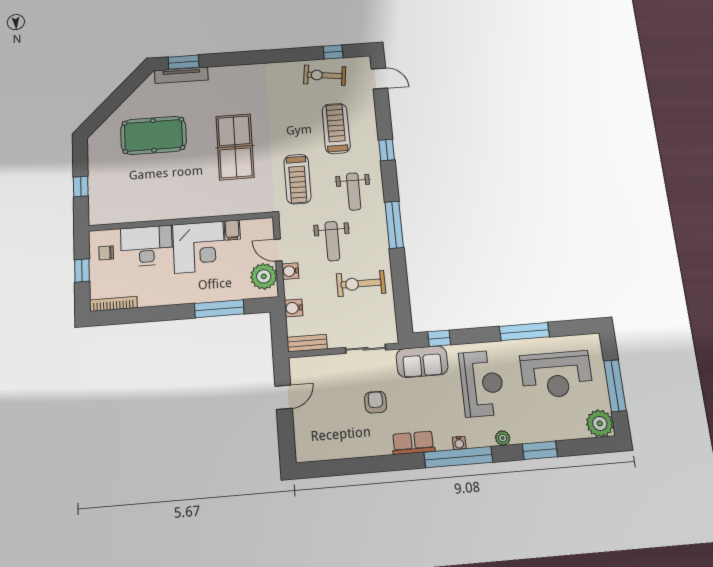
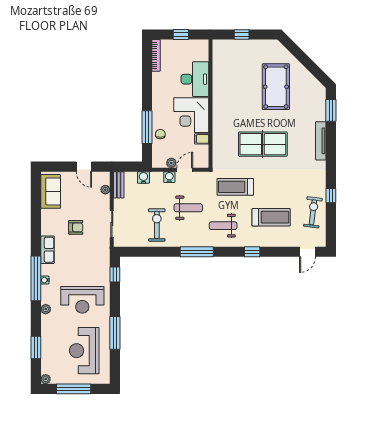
window: (333, 52) -> (331, 196), moved
tv unit: (181, 75) -> (321, 141), moved
weight bench: (332, 241) -> (188, 208), turned 180
chair: (106, 253) -> (160, 134), moved
plant: (264, 276) -> (171, 163), width x0.53, depth x0.53
plant: (316, 362) -> (105, 190), added
sofa: (422, 362) -> (51, 191), moved, turned 180
plant: (600, 423) -> (46, 379), width x0.53, depth x0.53
window: (540, 450) -> (36, 347), moved

